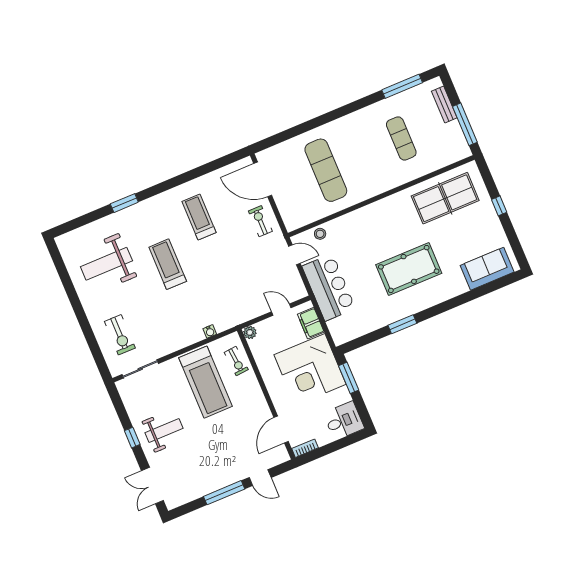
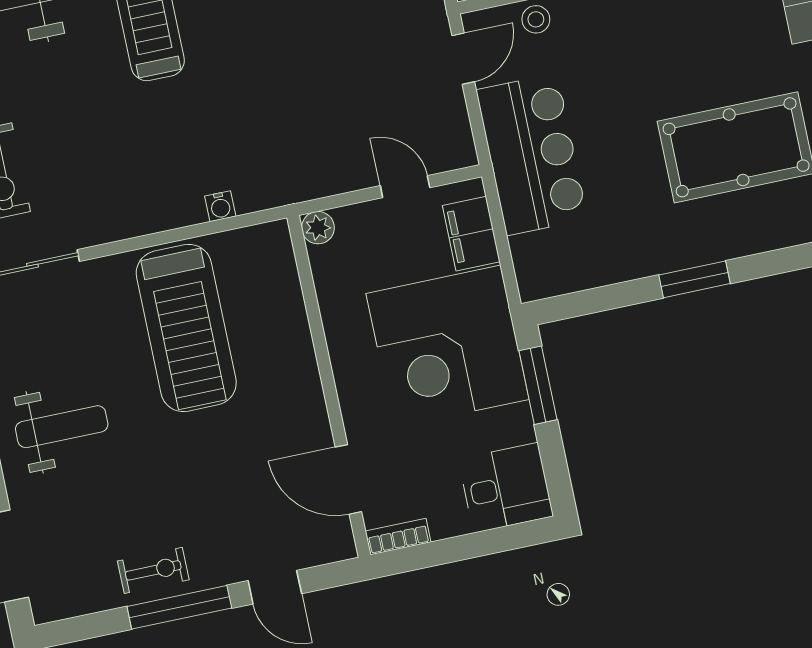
door: (294, 255) -> (463, 59), hinge flipped
exercise bike: (236, 361) -> (153, 570), moved, turned -85
door: (281, 429) -> (348, 479), hinge flipped

